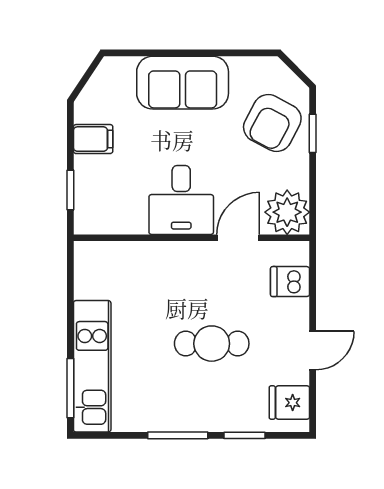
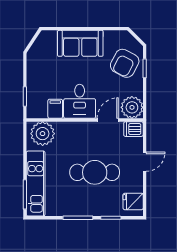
filing cabinet: (93, 139) -> (55, 109), moved, turned -90
plant: (106, 265) -> (43, 134), added
dishwasher: (290, 282) -> (133, 129), moved
cafe table: (212, 344) -> (95, 172), width x1.37, depth x1.35
door: (313, 351) -> (145, 162), moved

